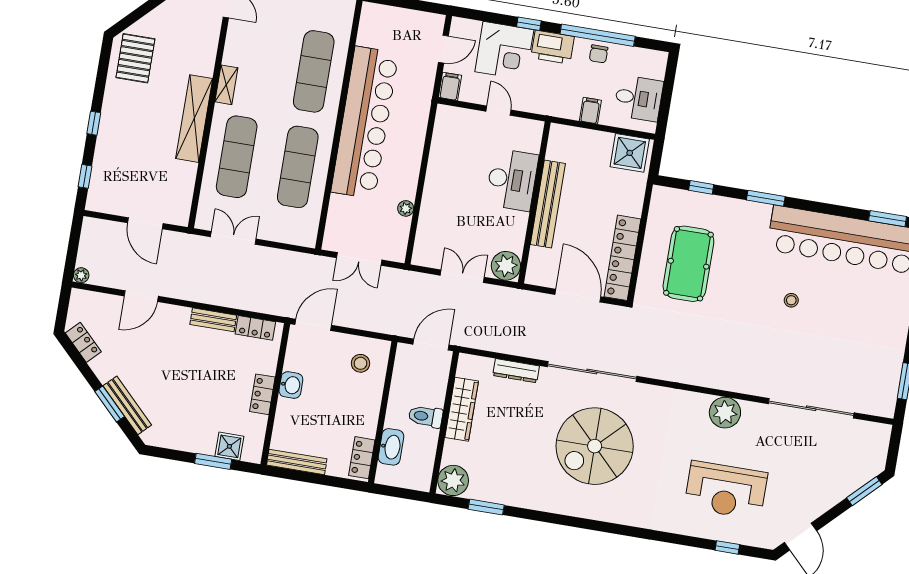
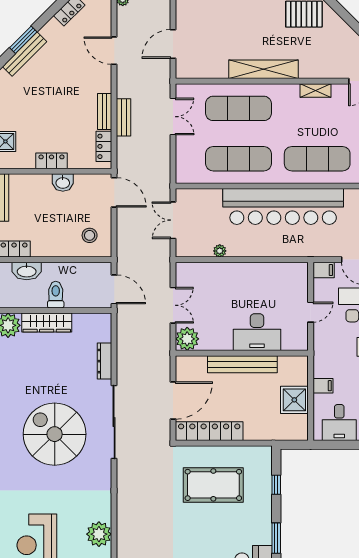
shelving: (226, 85) -> (315, 90), moved
shower: (630, 153) -> (294, 400), moved
bench: (224, 298) -> (124, 117), added
wardrobe: (462, 409) -> (47, 323), moved

